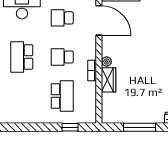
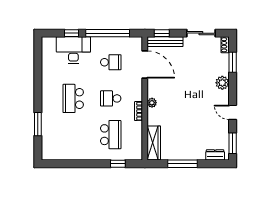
school desk: (62, 18) -> (111, 62), turned 180
wardrobe: (109, 80) -> (154, 143), moved, width x1.50

